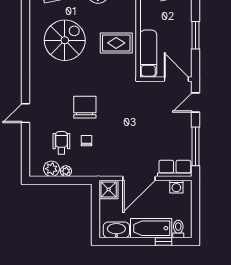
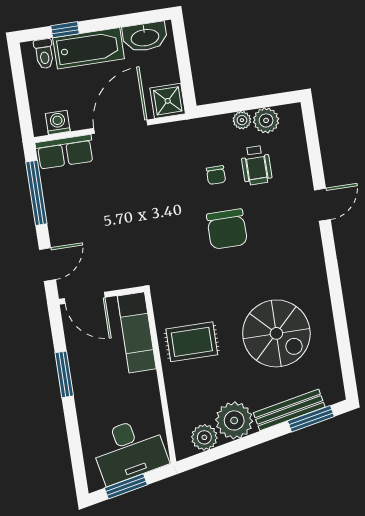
spiral stairs: (65, 40) -> (276, 333), turned -90

